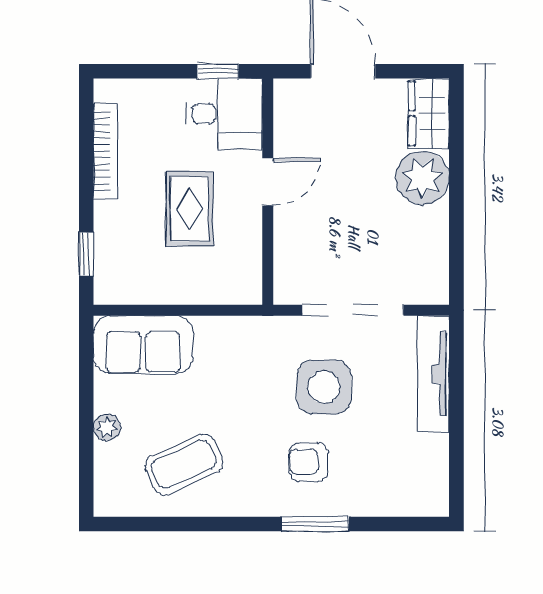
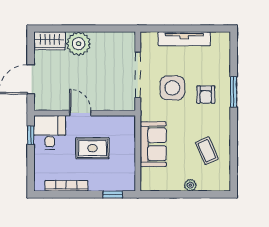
sofa: (143, 344) -> (153, 144), moved
tv unit: (433, 374) -> (184, 39), moved
coffee table: (184, 464) -> (207, 151), width x0.73, depth x0.77

